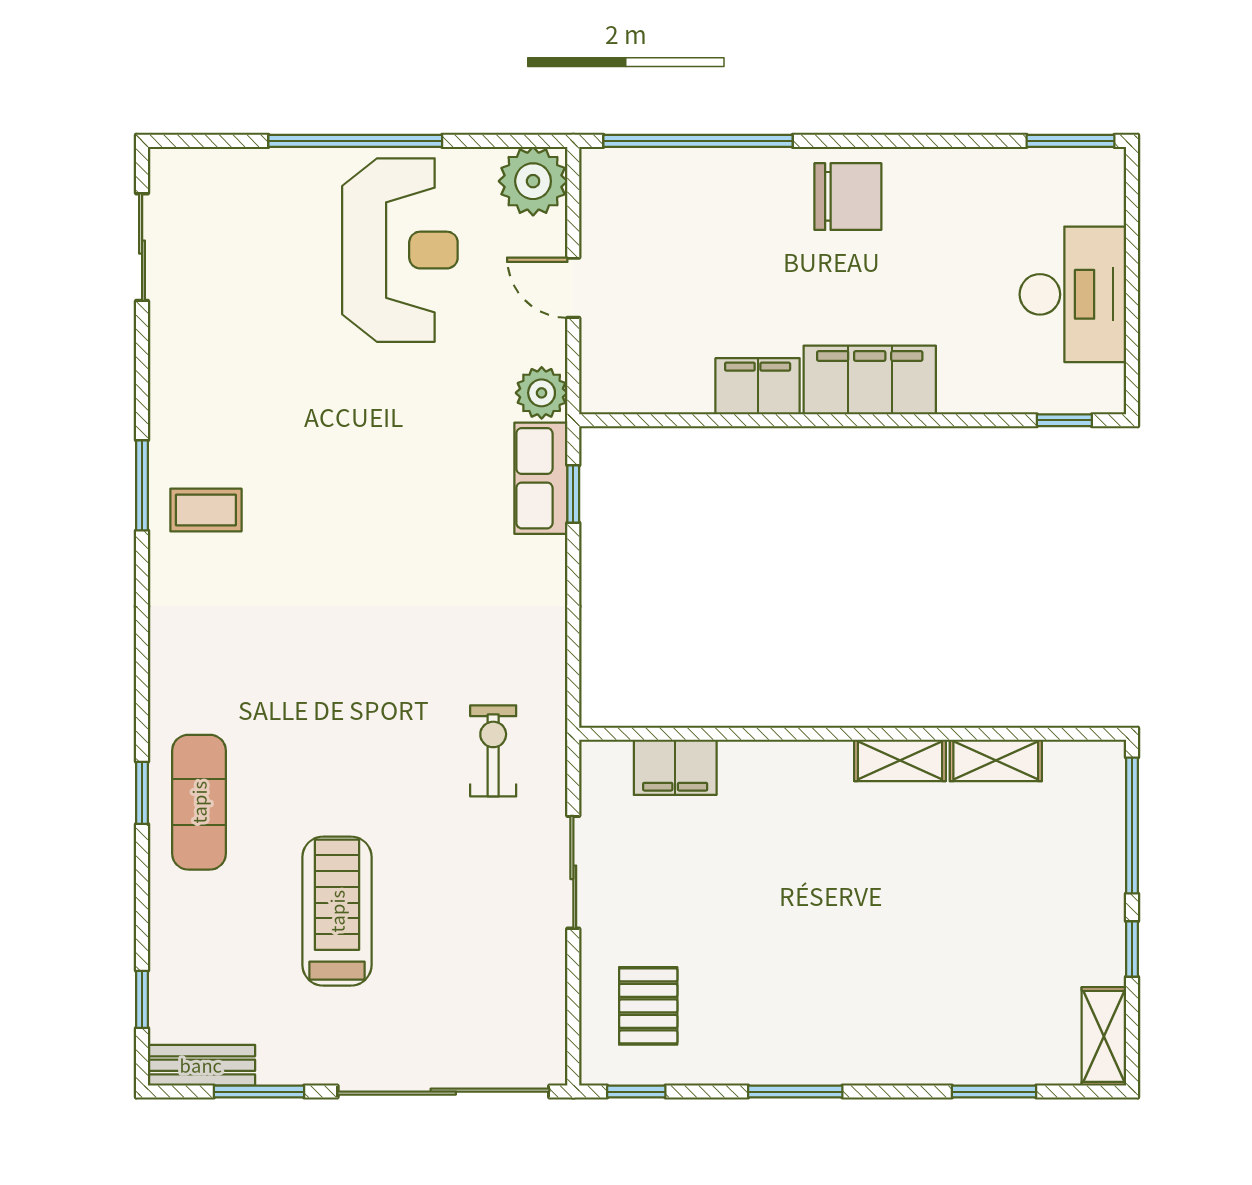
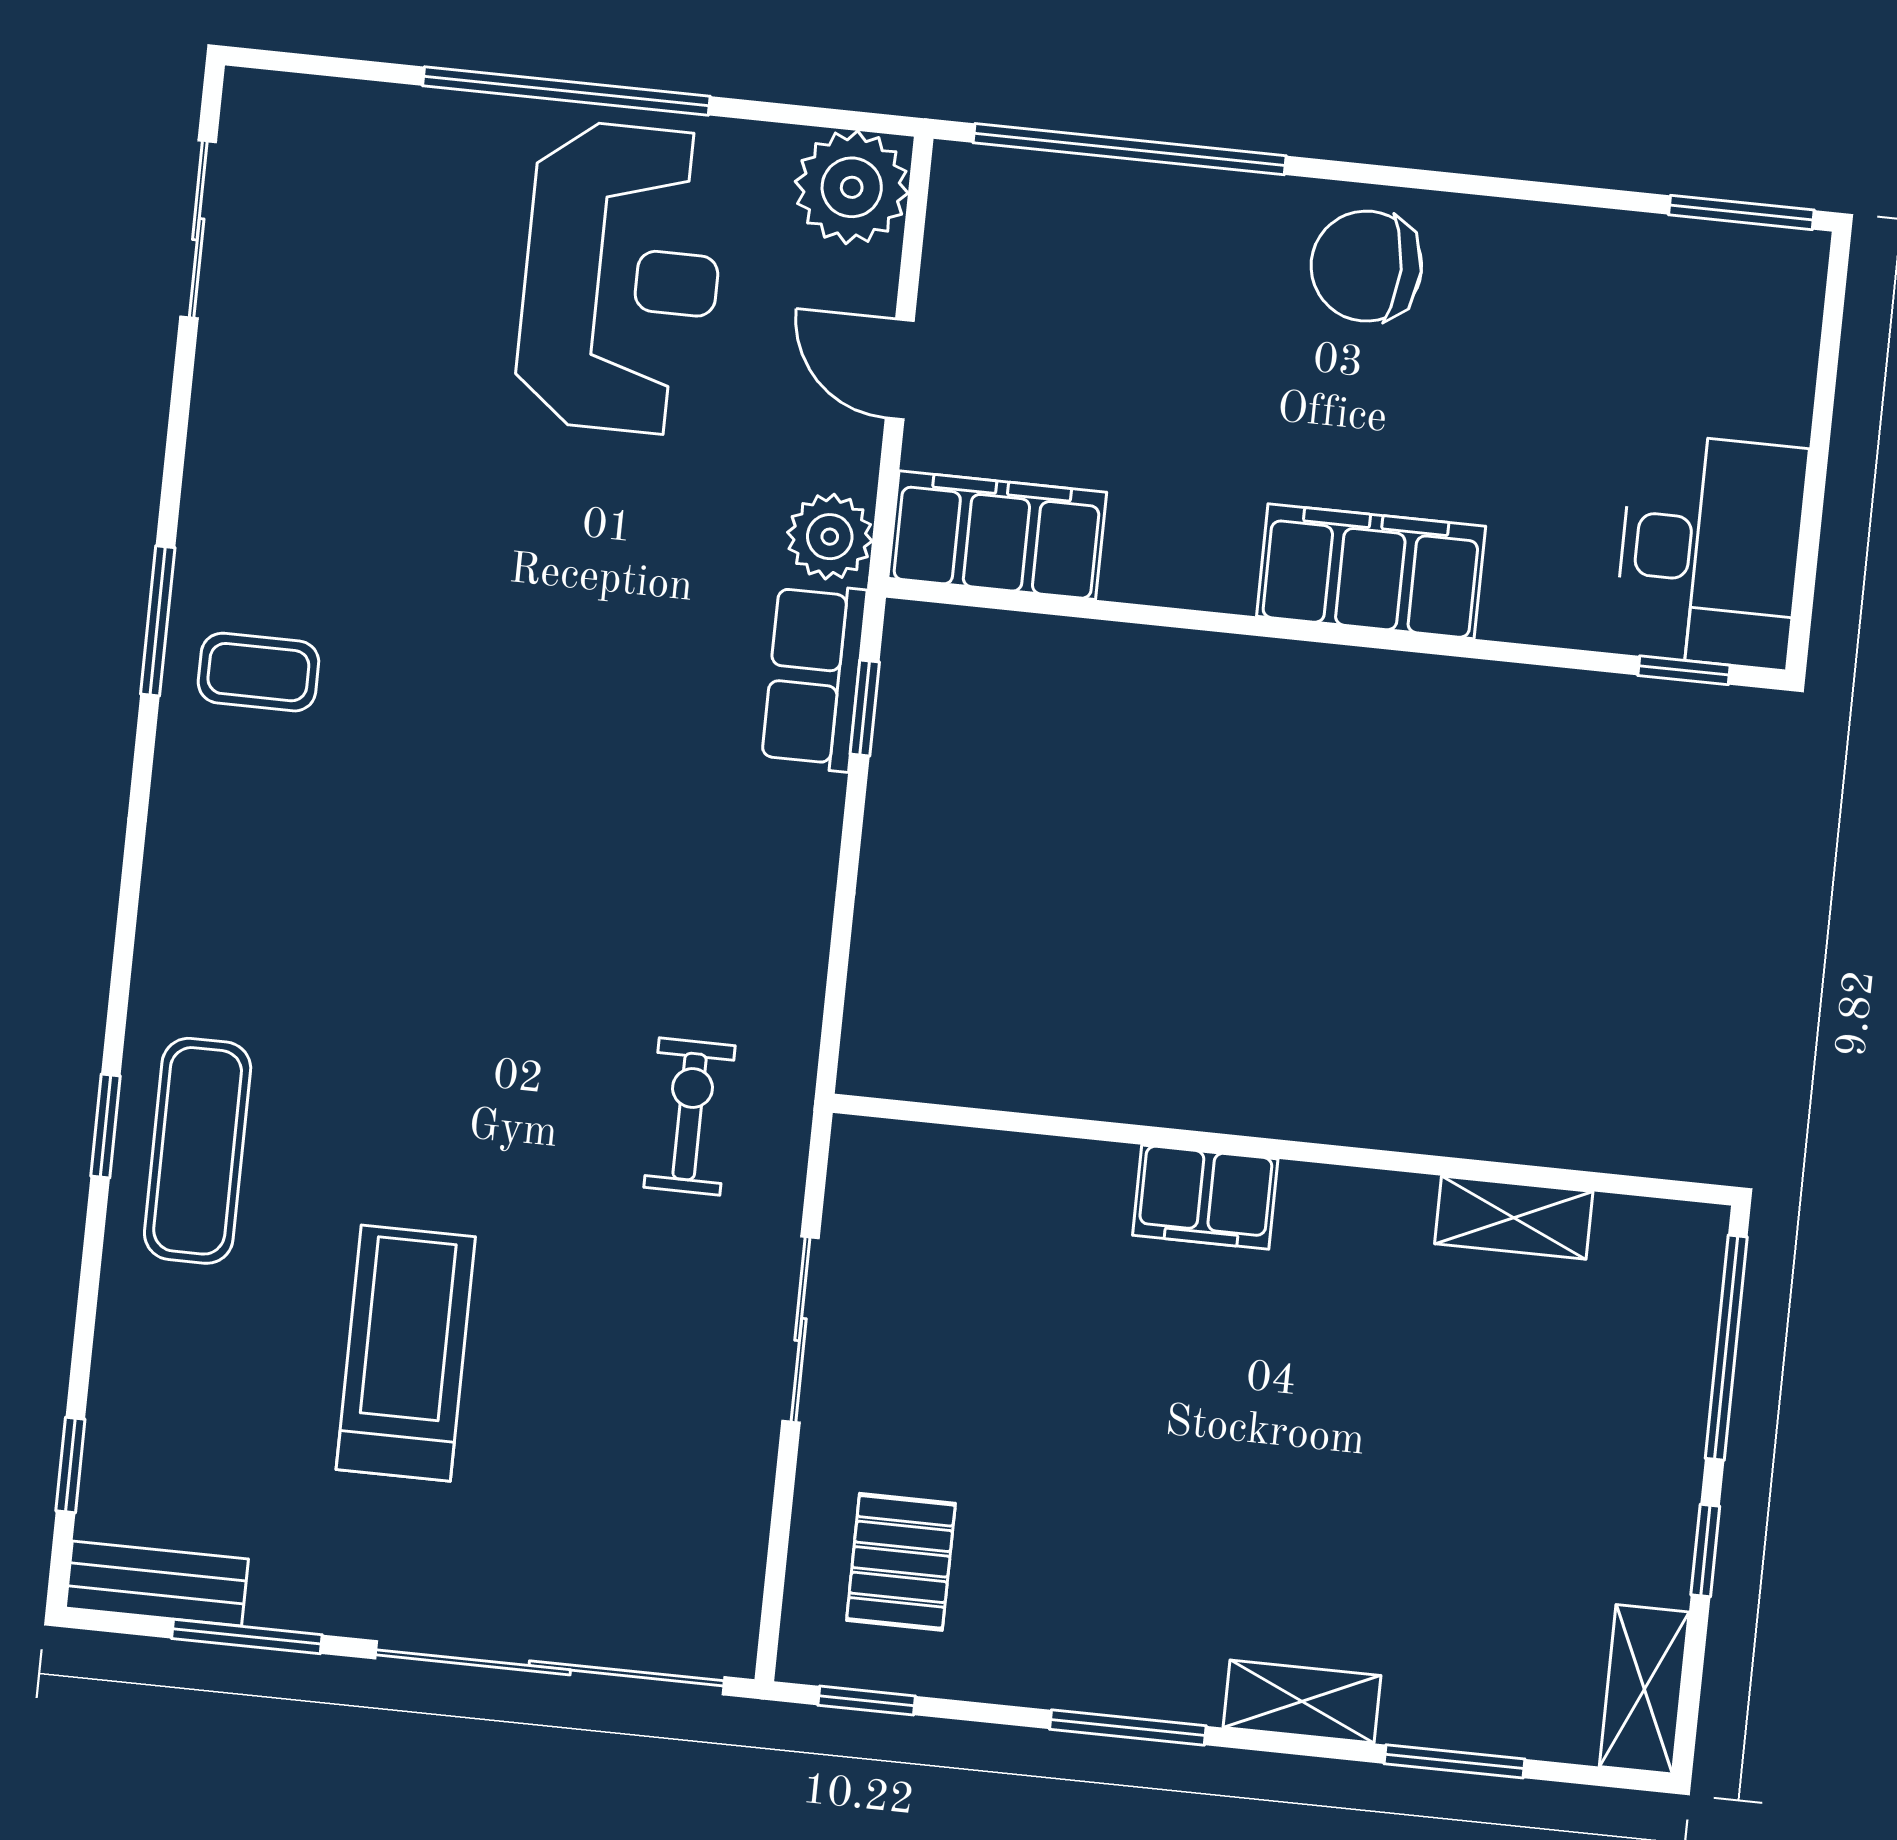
chair: (848, 197) -> (1366, 266), turned 180
desk: (1073, 294) -> (1710, 551), moved
filing cabinet: (758, 386) -> (997, 535), moved, width x1.50, depth x1.17
shelving: (900, 760) -> (1302, 1702), moved
filing cabinet: (675, 767) -> (1205, 1197), moved

